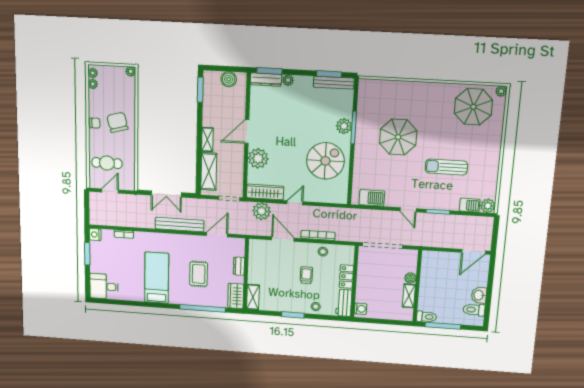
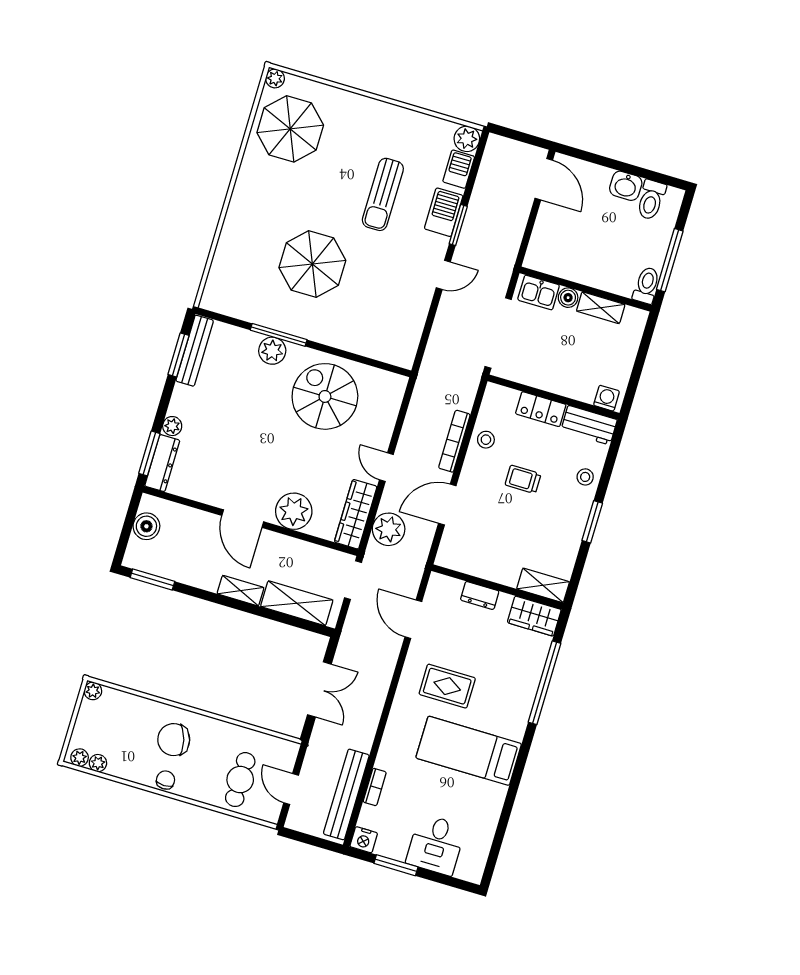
barbecue: (372, 198) -> (444, 212), moved
bench: (179, 225) -> (346, 794), moved
kitchen sink: (410, 262) -> (539, 292), added
rug: (199, 274) -> (447, 686), moved
desk: (104, 287) -> (436, 845), moved

